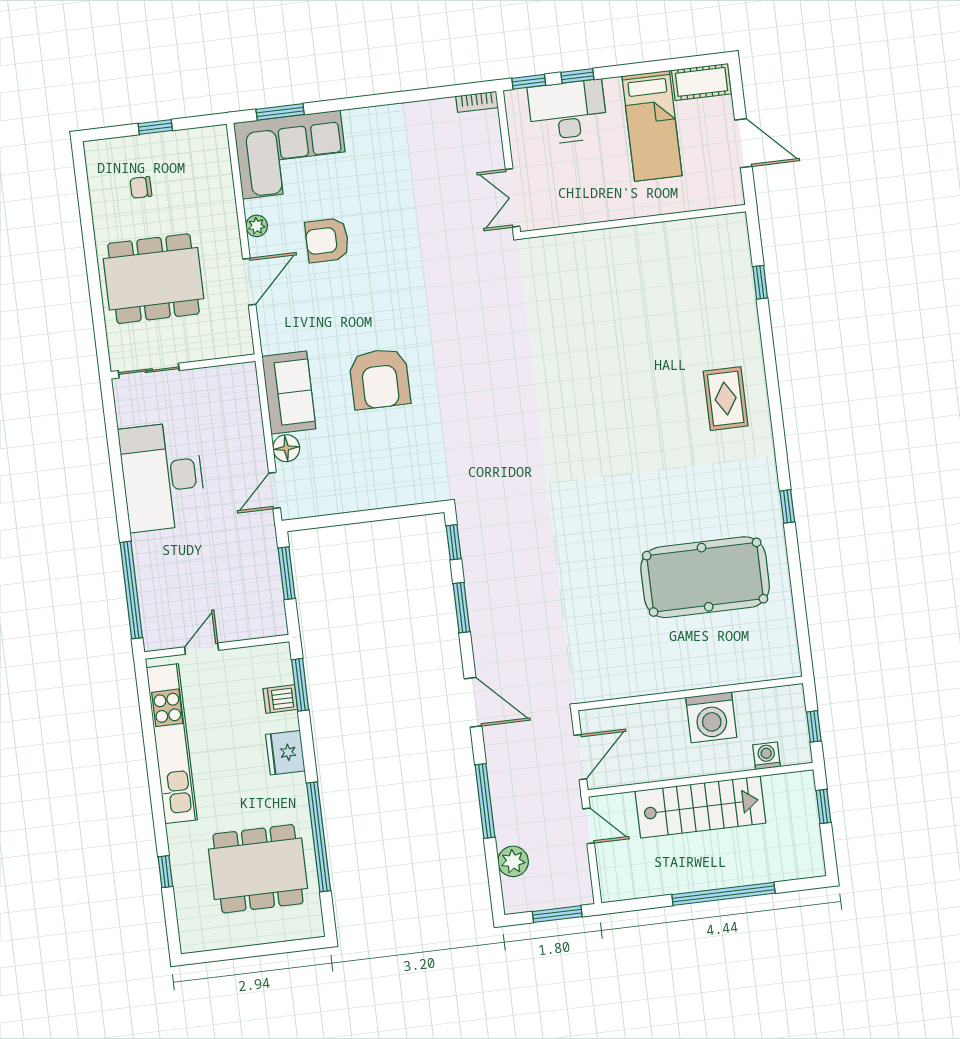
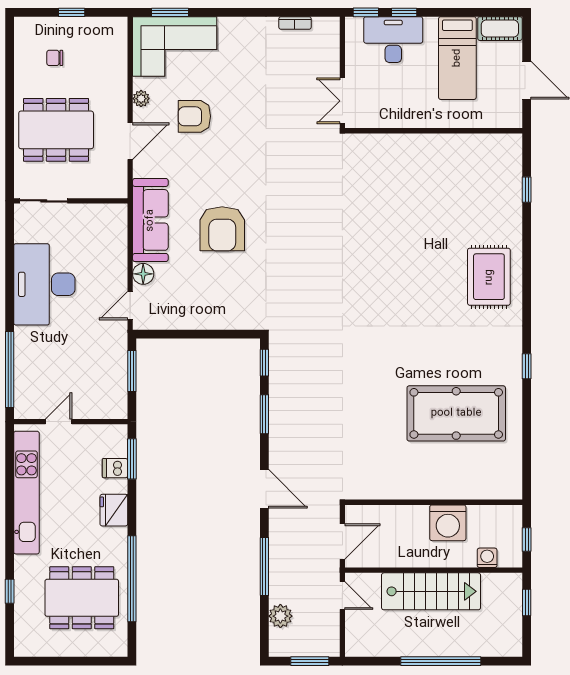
bookcase: (477, 102) -> (295, 23), moved
sofa: (289, 393) -> (150, 220), width x1.36
rug: (726, 399) -> (489, 277), width x1.36, depth x1.43

